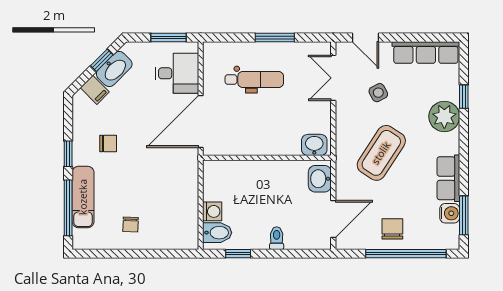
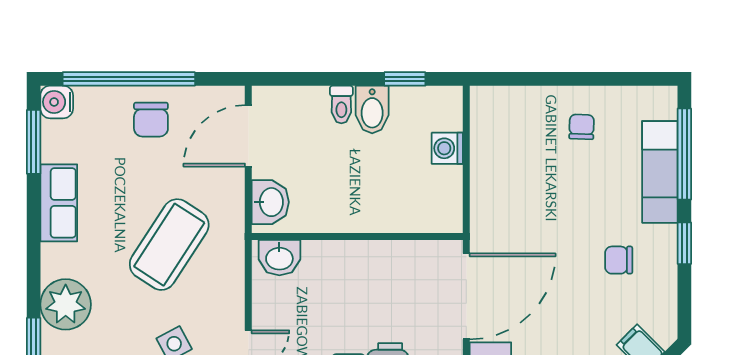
water cooler: (450, 213) -> (57, 102), moved
bidet: (217, 233) -> (372, 110), moved, turned -90

